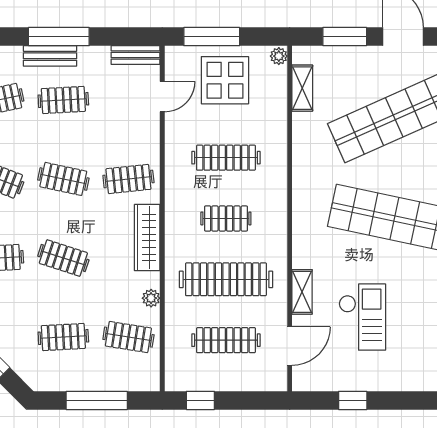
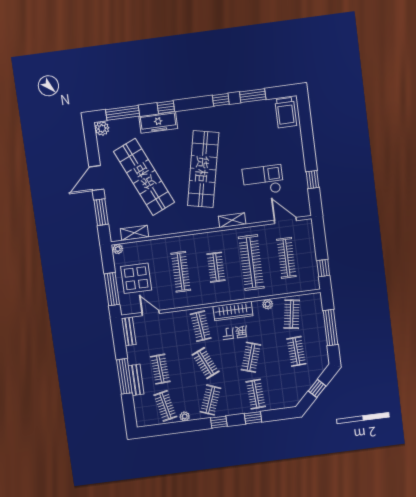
clothes rail: (63, 179) -> (206, 363), turned -36
shelving: (302, 292) -> (232, 220), moved

